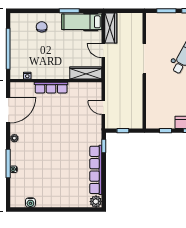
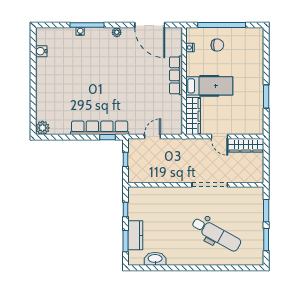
hospital bed: (82, 22) -> (209, 86), moved, turned 90
chair: (42, 27) -> (217, 45), moved
door: (103, 51) -> (219, 137), swing flipped
row of seats: (96, 170) -> (100, 128), moved

